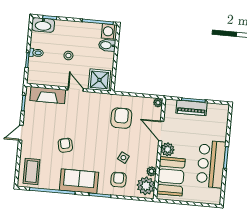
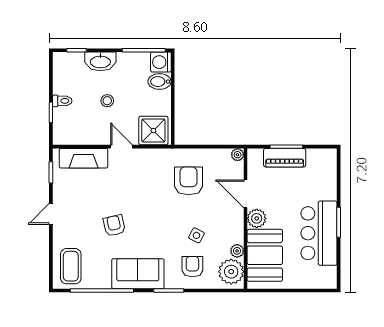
washbasin: (43, 25) -> (100, 61), moved

